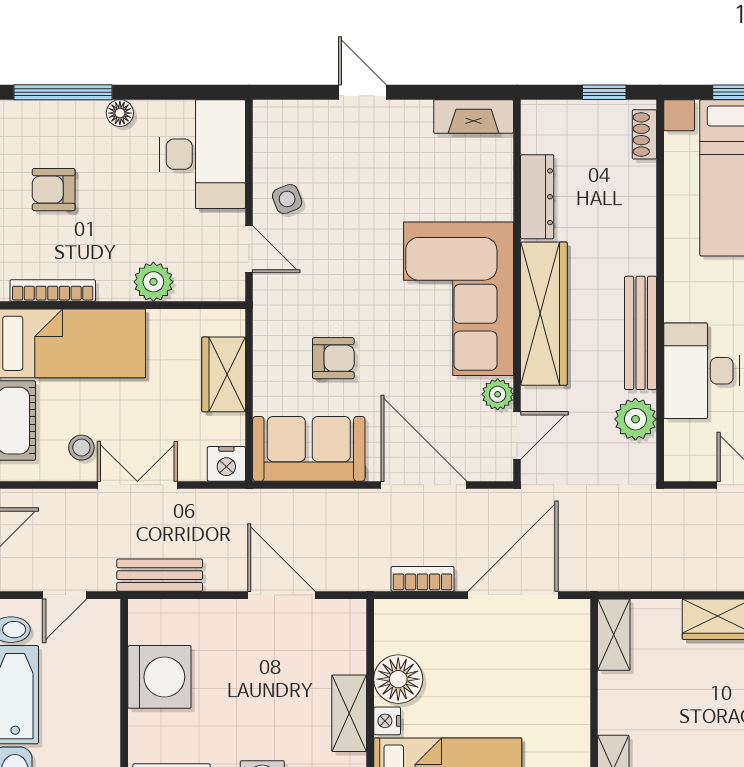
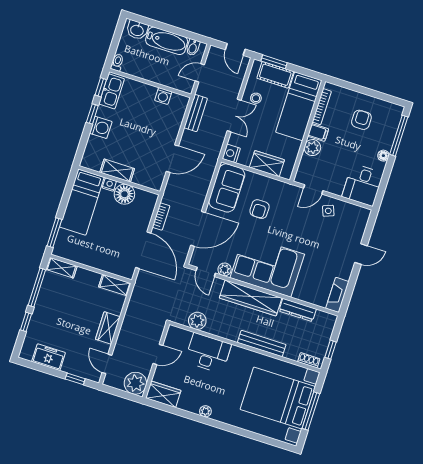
desk: (202, 154) -> (363, 185), width x0.73
filing cabinet: (115, 280) -> (318, 132), added
bench: (641, 333) -> (262, 344), moved
door: (65, 595) -> (200, 73), hinge flipped
washing machine: (159, 677) -> (163, 96), width x0.53, depth x0.53

